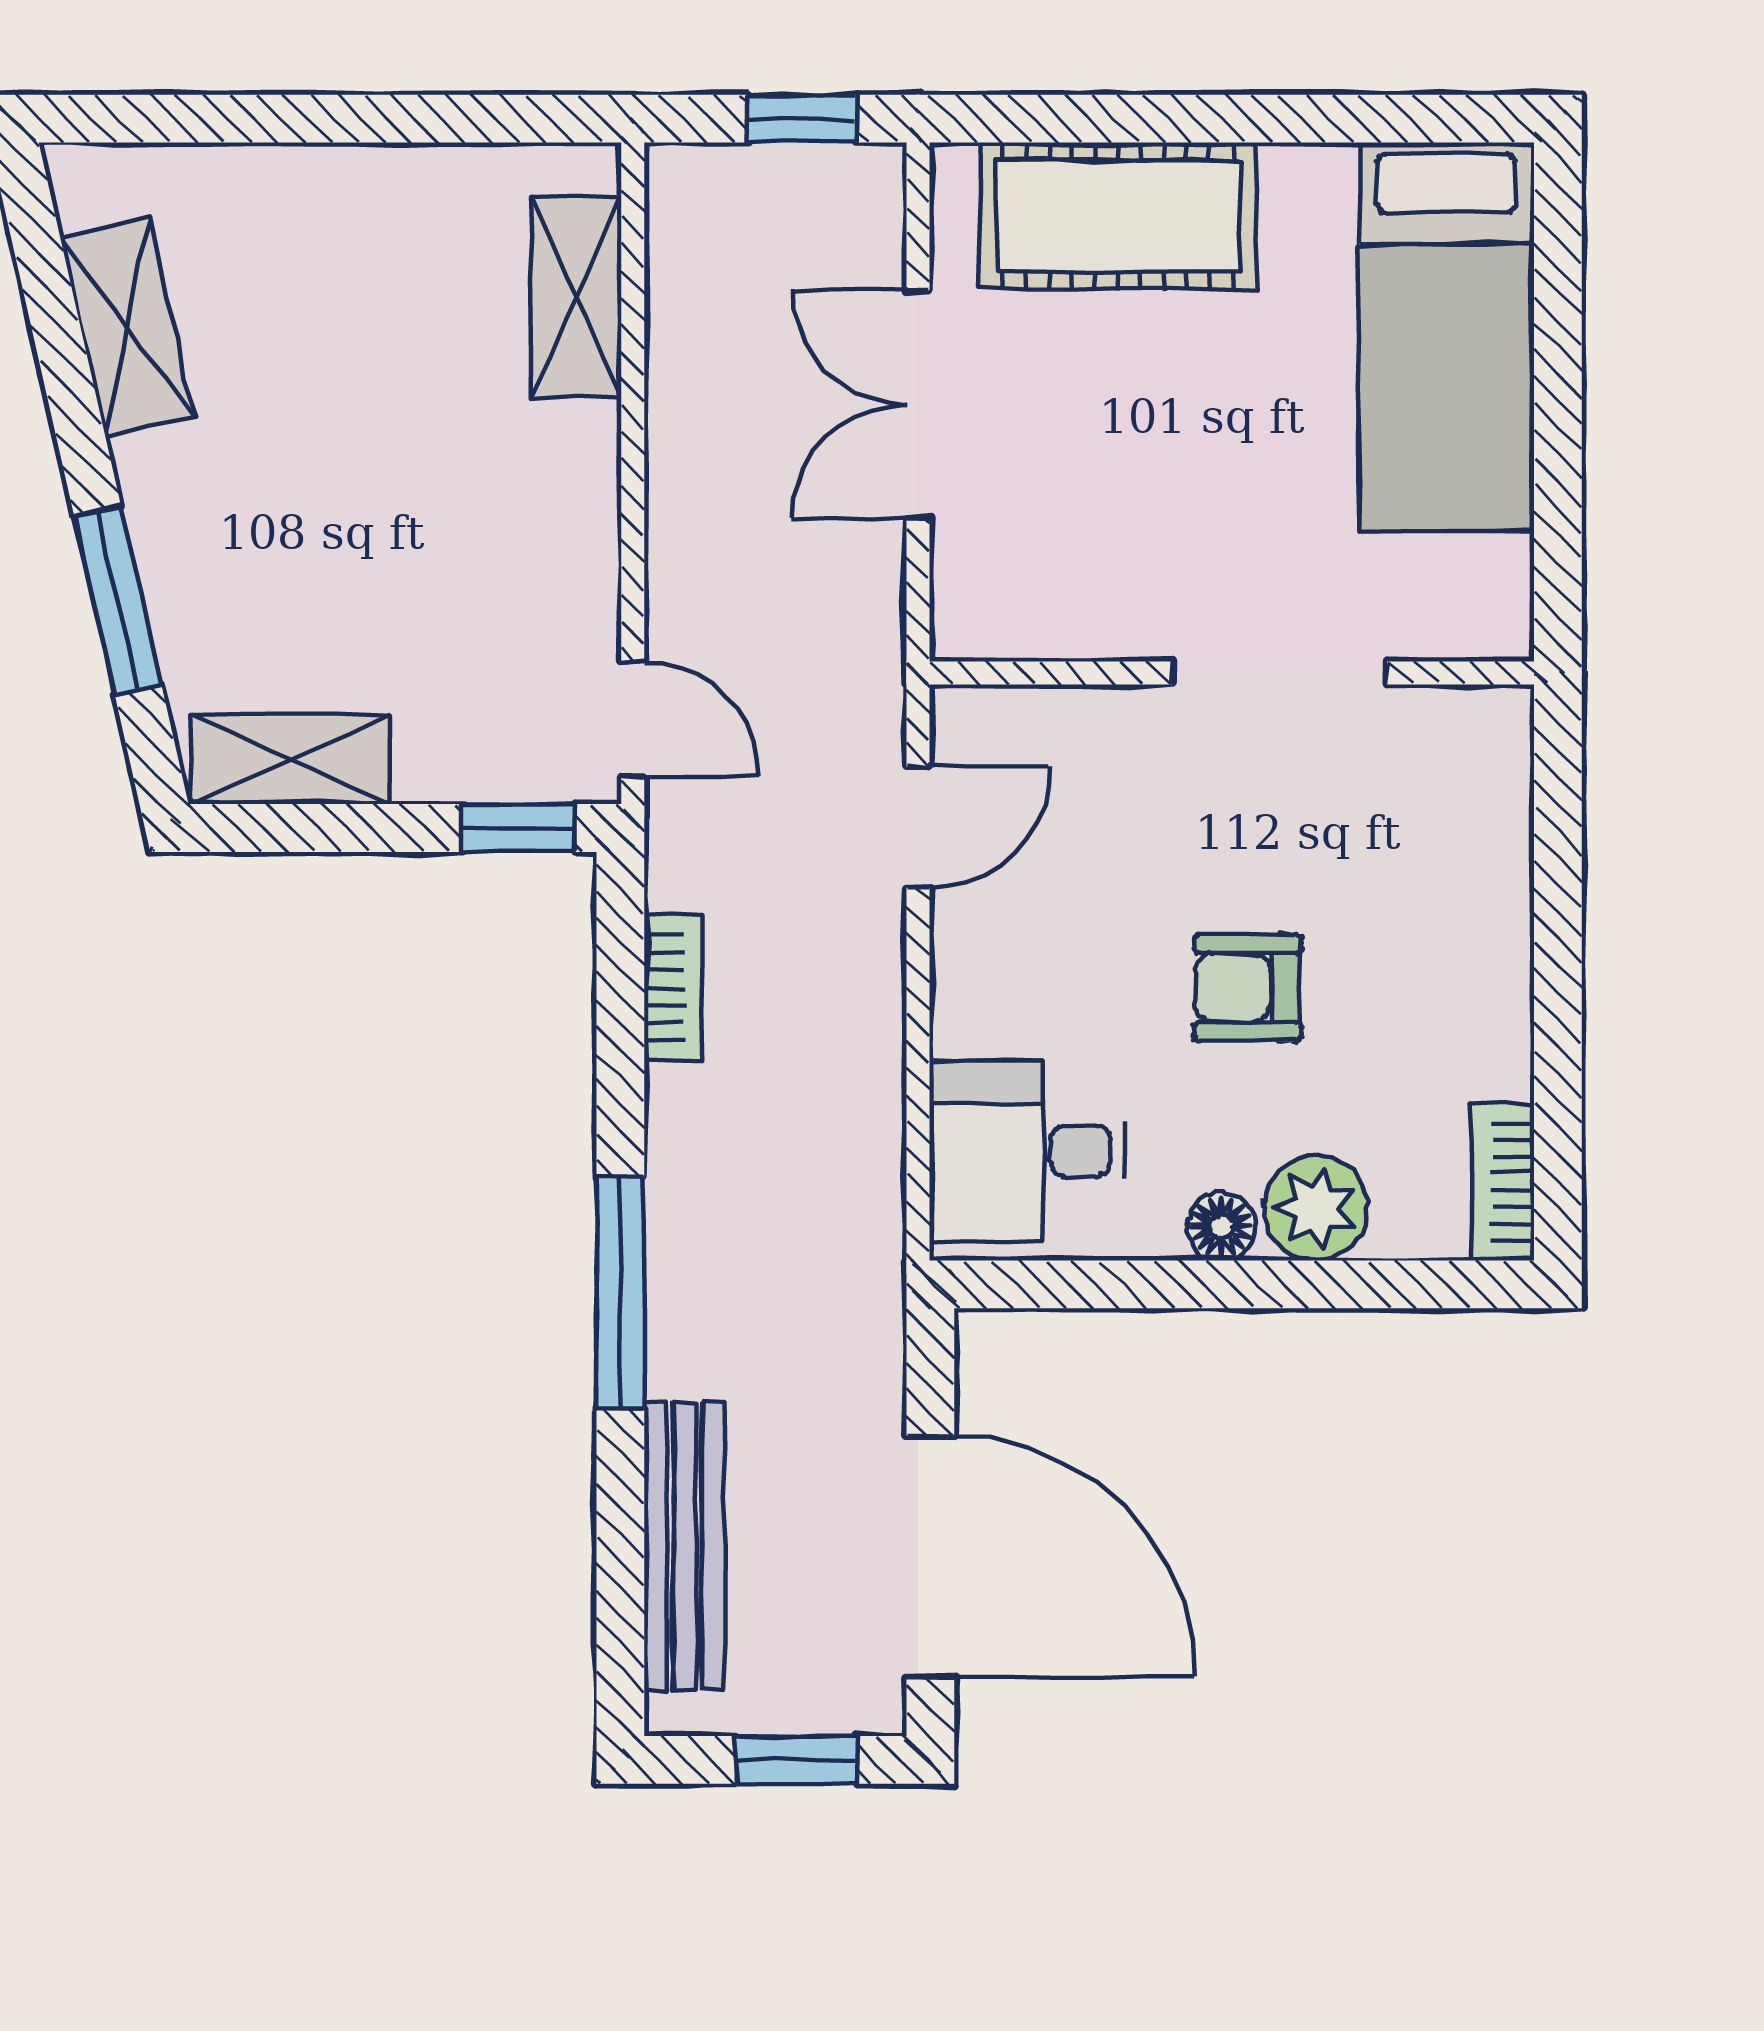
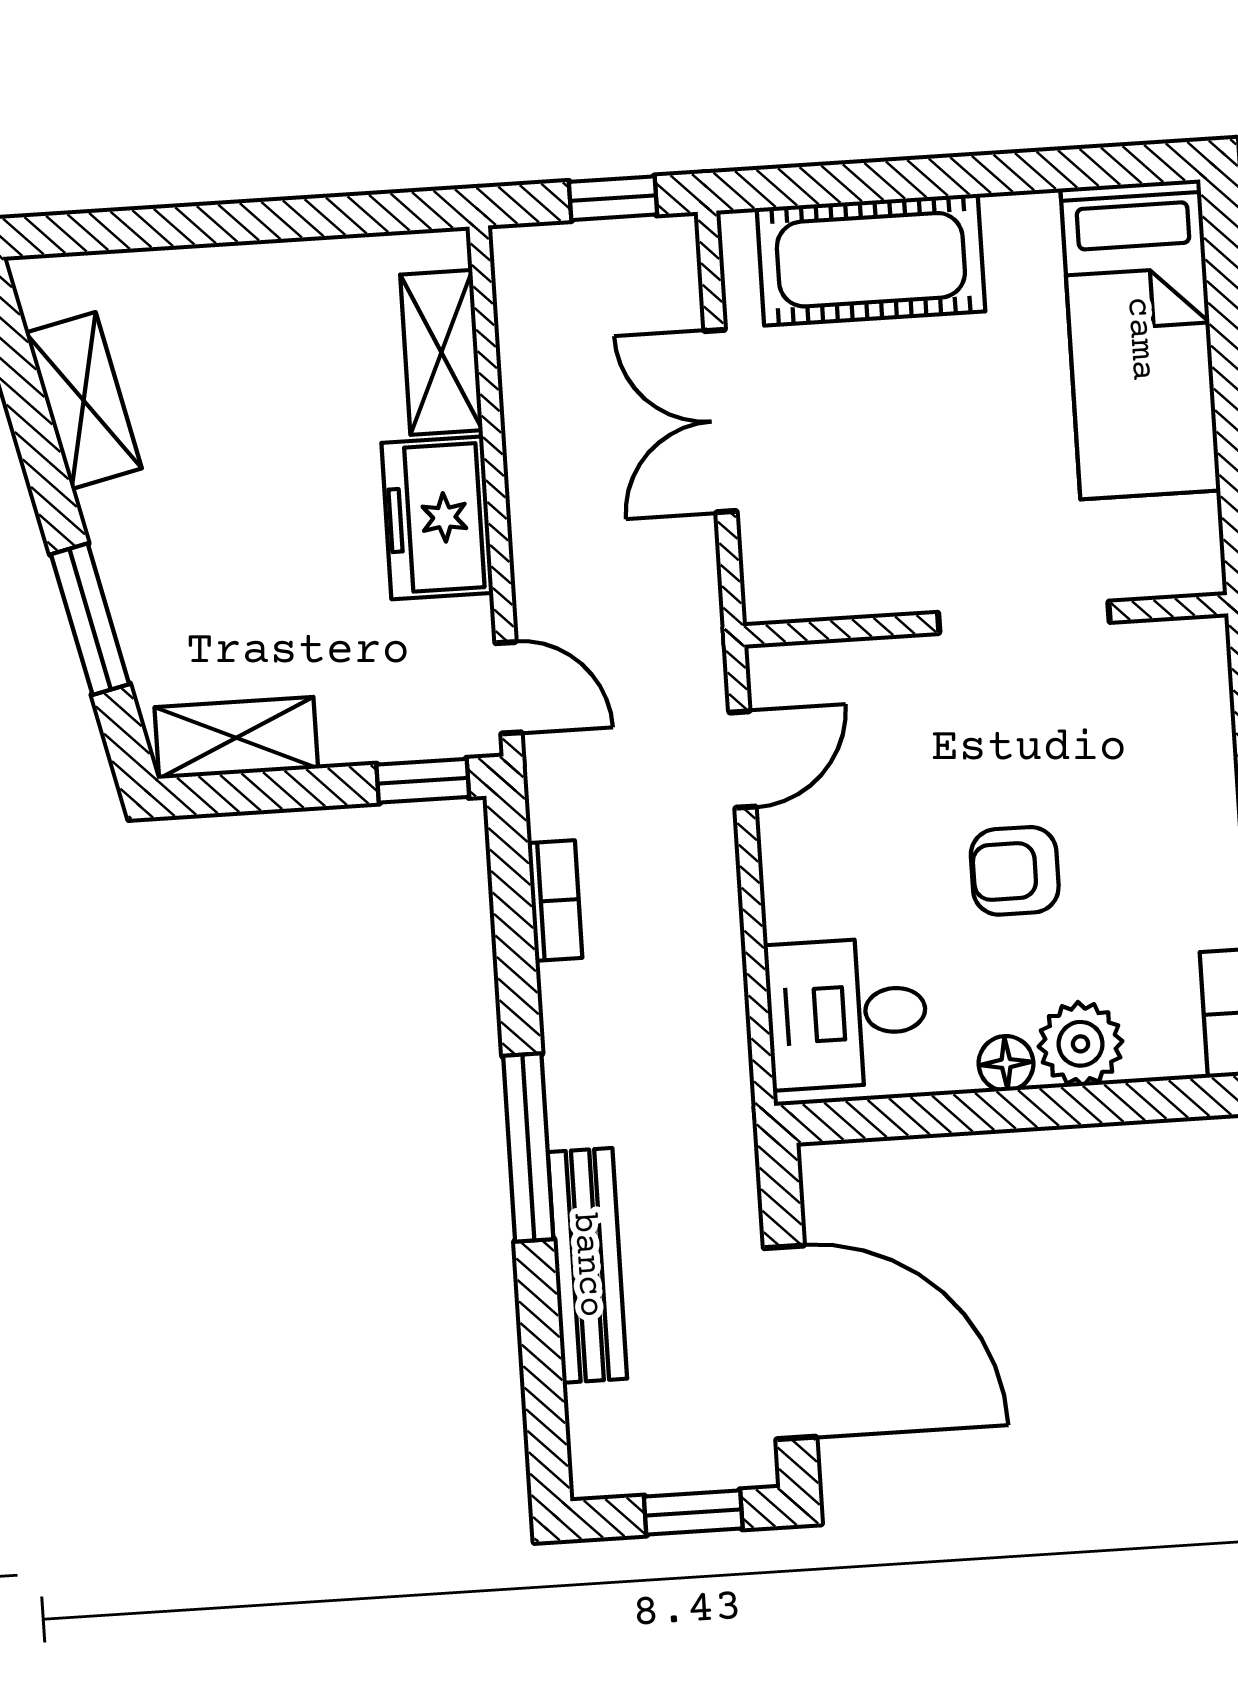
freezer: (558, 502) -> (437, 518), added
bench: (684, 1546) -> (587, 1265), moved

